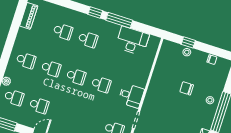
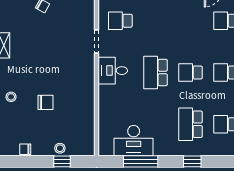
window: (119, 20) -> (141, 161), moved
school desk: (88, 39) -> (190, 124), width x1.85
school desk: (101, 84) -> (155, 72), width x1.85

